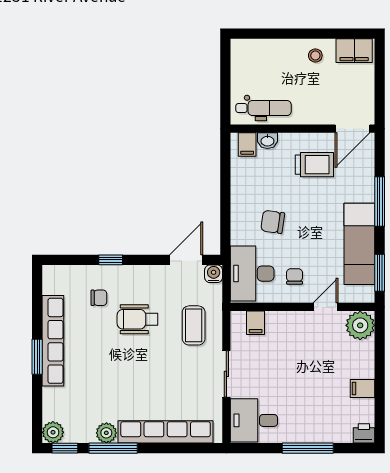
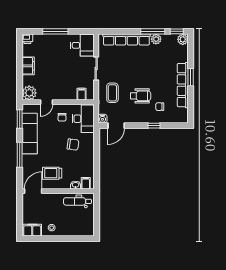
filing cabinet: (362, 388) -> (28, 66), width x2.00

